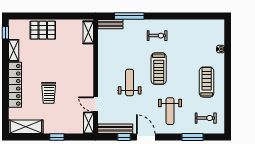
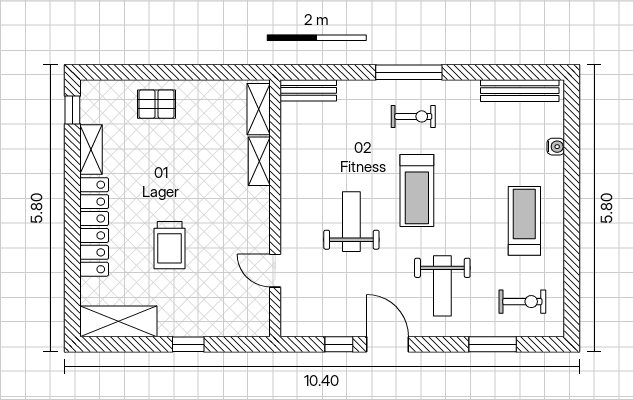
window: (129, 16) -> (409, 72), moved
pallet: (43, 30) -> (156, 104), width x0.67, depth x0.71
shelving: (89, 123) -> (259, 161), moved
bench: (115, 129) -> (520, 91), moved

